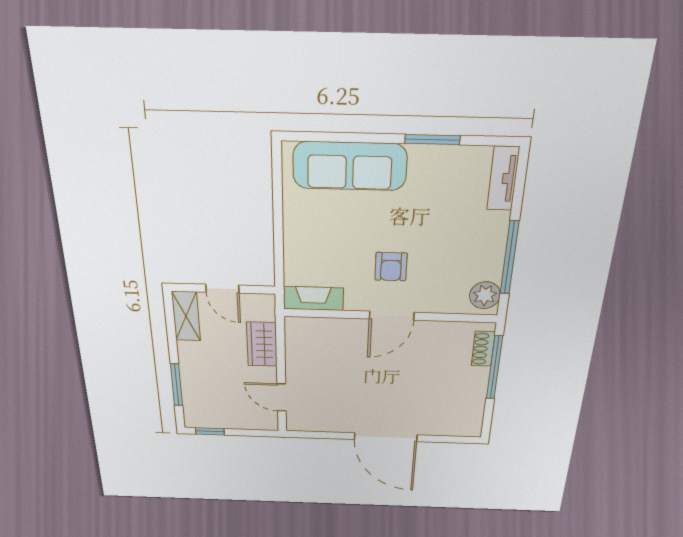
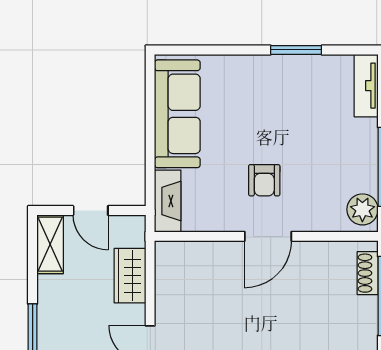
sofa: (350, 166) -> (177, 114), moved, turned -90
fireplace: (313, 298) -> (168, 201), moved, turned 90

